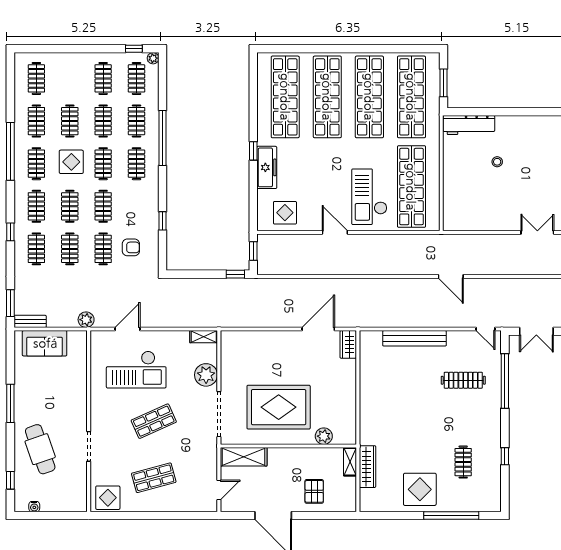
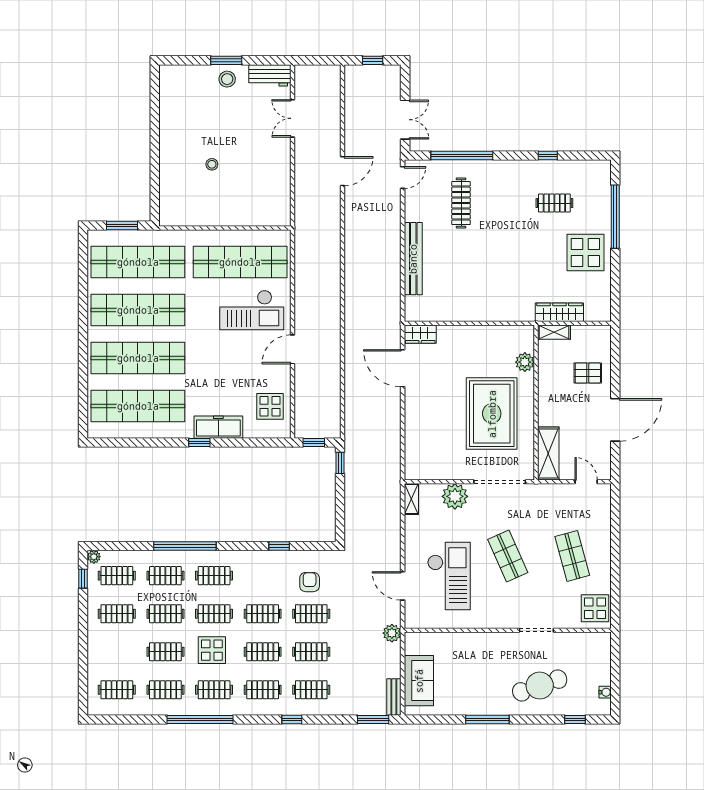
workbench: (469, 125) -> (170, 196), removed
door: (451, 276) -> (343, 171), moved

